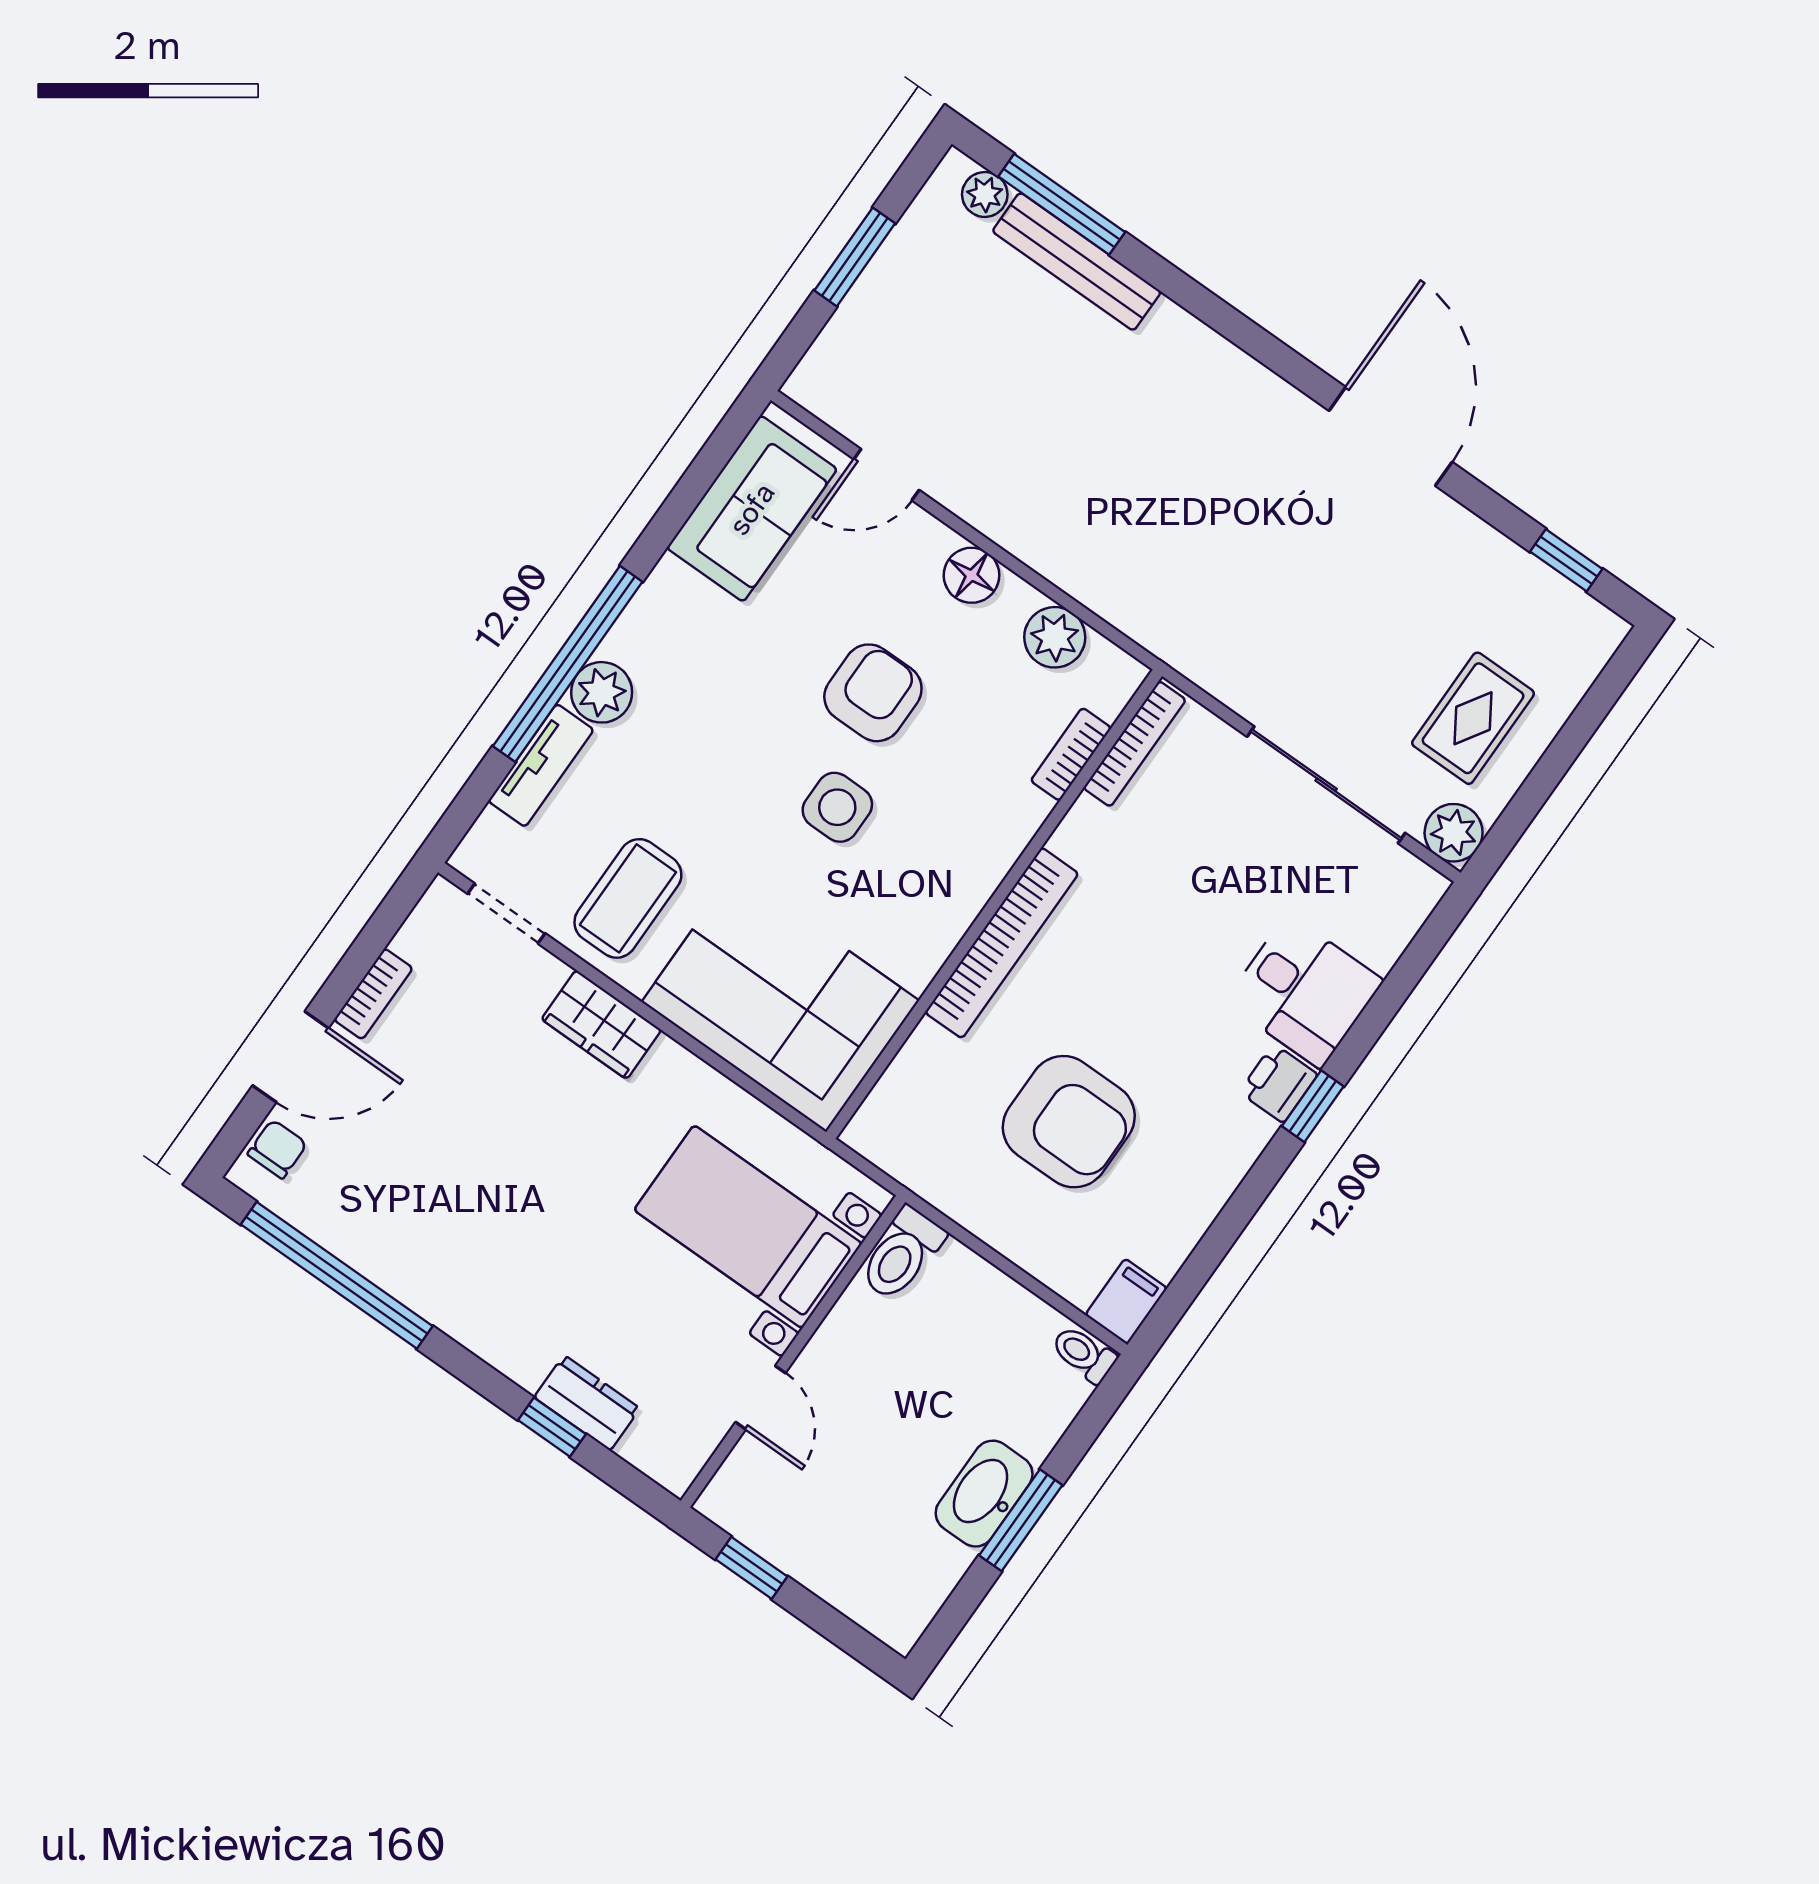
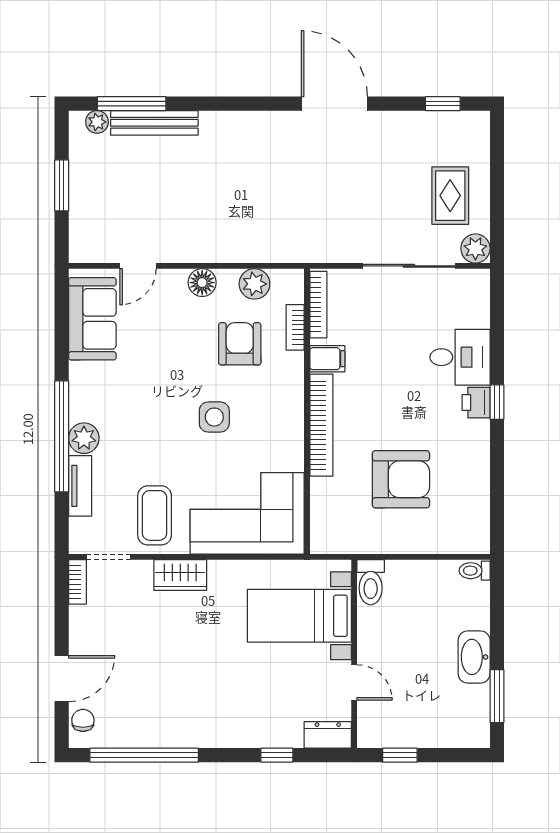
armchair: (873, 693) -> (240, 344), moved
bookcase: (373, 994) -> (77, 582), moved
filing cabinet: (1126, 1302) -> (327, 359), moved, turned 90
dresser: (587, 1403) -> (328, 735), moved
window: (1021, 1520) -> (497, 696), moved

